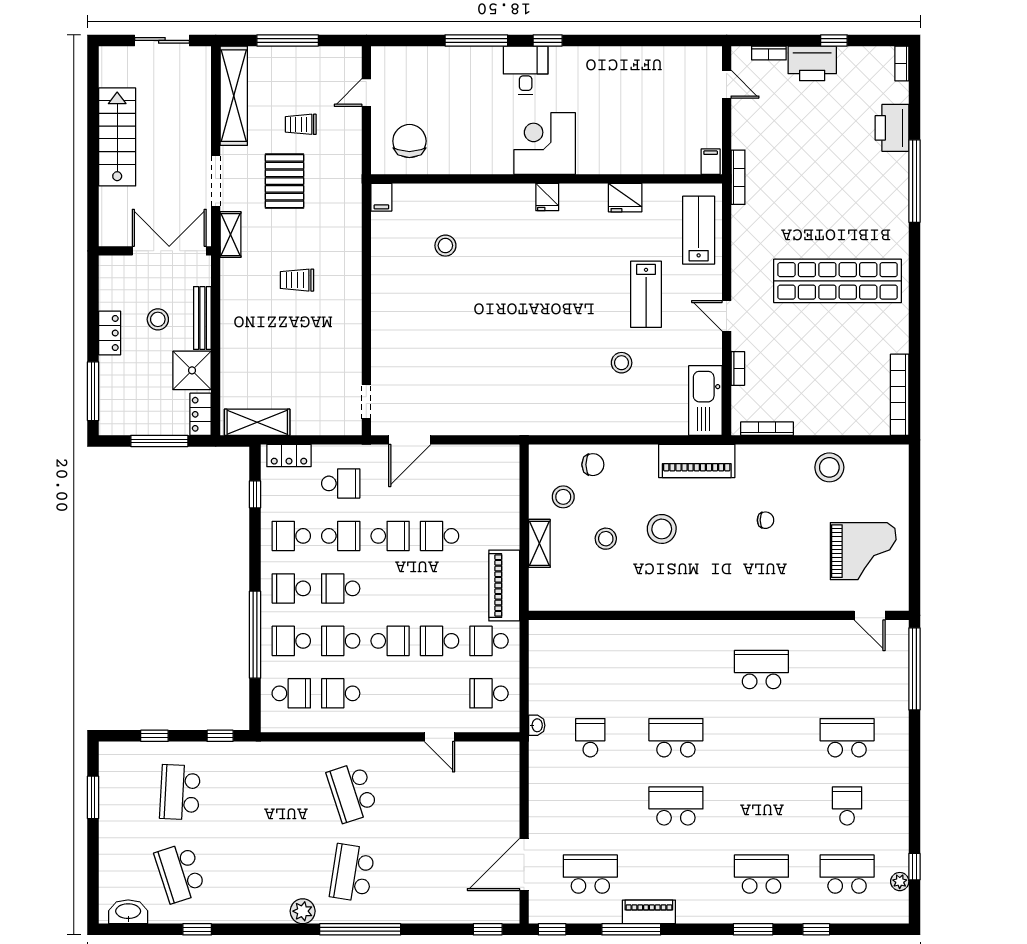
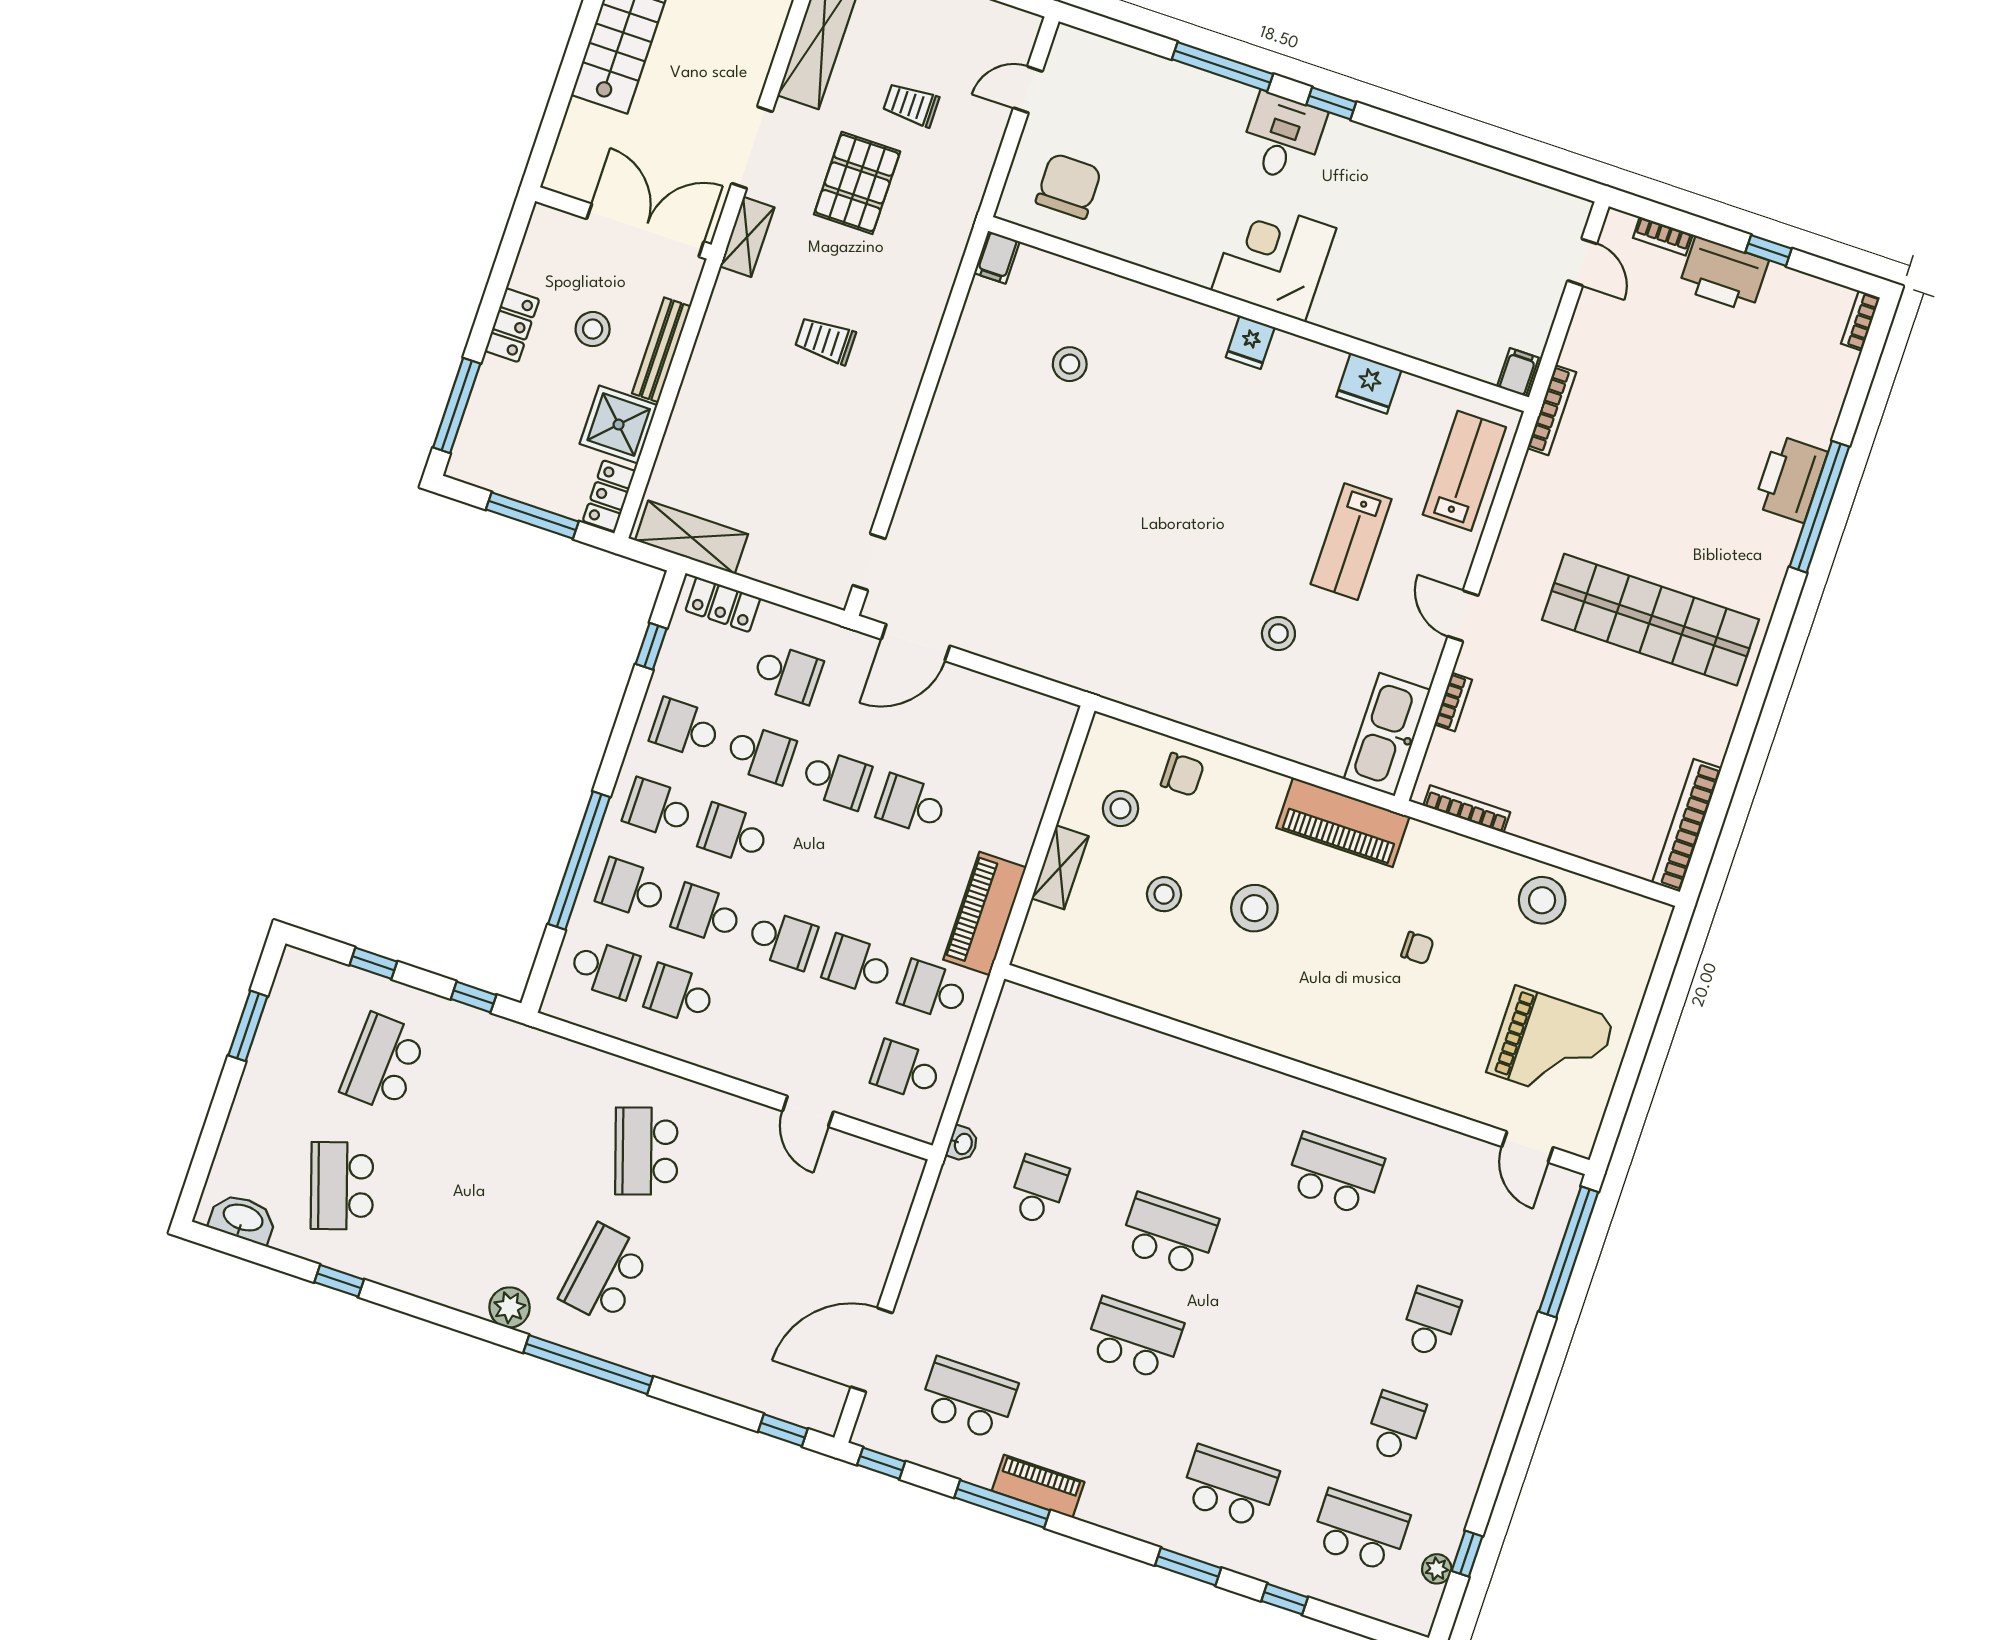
printer: (892, 128) -> (1790, 479), moved
school desk: (847, 738) -> (1430, 1322), width x0.54

